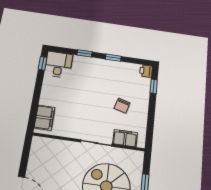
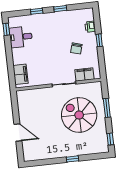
desk: (58, 64) -> (21, 37), moved, turned -90
printer: (146, 71) -> (90, 27), moved
window: (154, 86) -> (99, 40), moved

